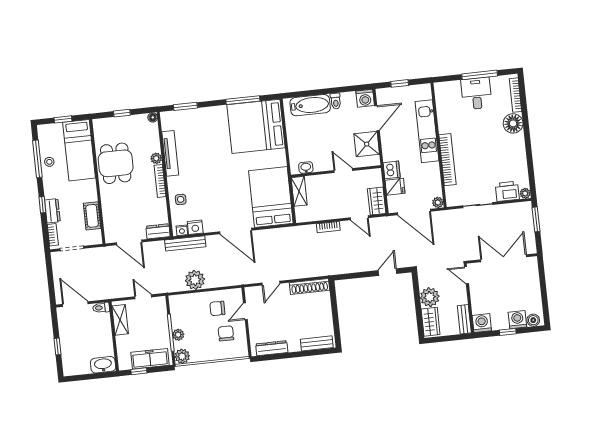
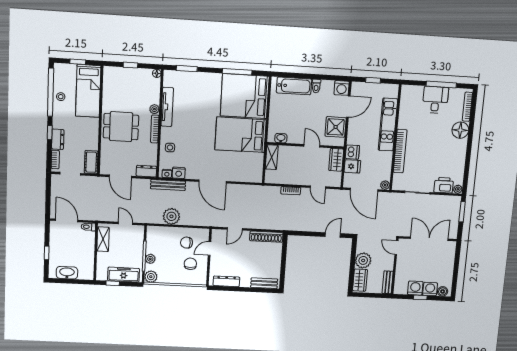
window: (37, 159) -> (51, 92), width x1.46
dining table: (116, 163) -> (121, 127), moved, turned 90
bed: (271, 197) -> (241, 135), moved, turned -90
wardrobe: (377, 201) -> (336, 160), moved
cot: (92, 216) -> (91, 162), moved
washing machine: (482, 323) -> (415, 288), moved
washbasin: (103, 365) -> (67, 273), moved

